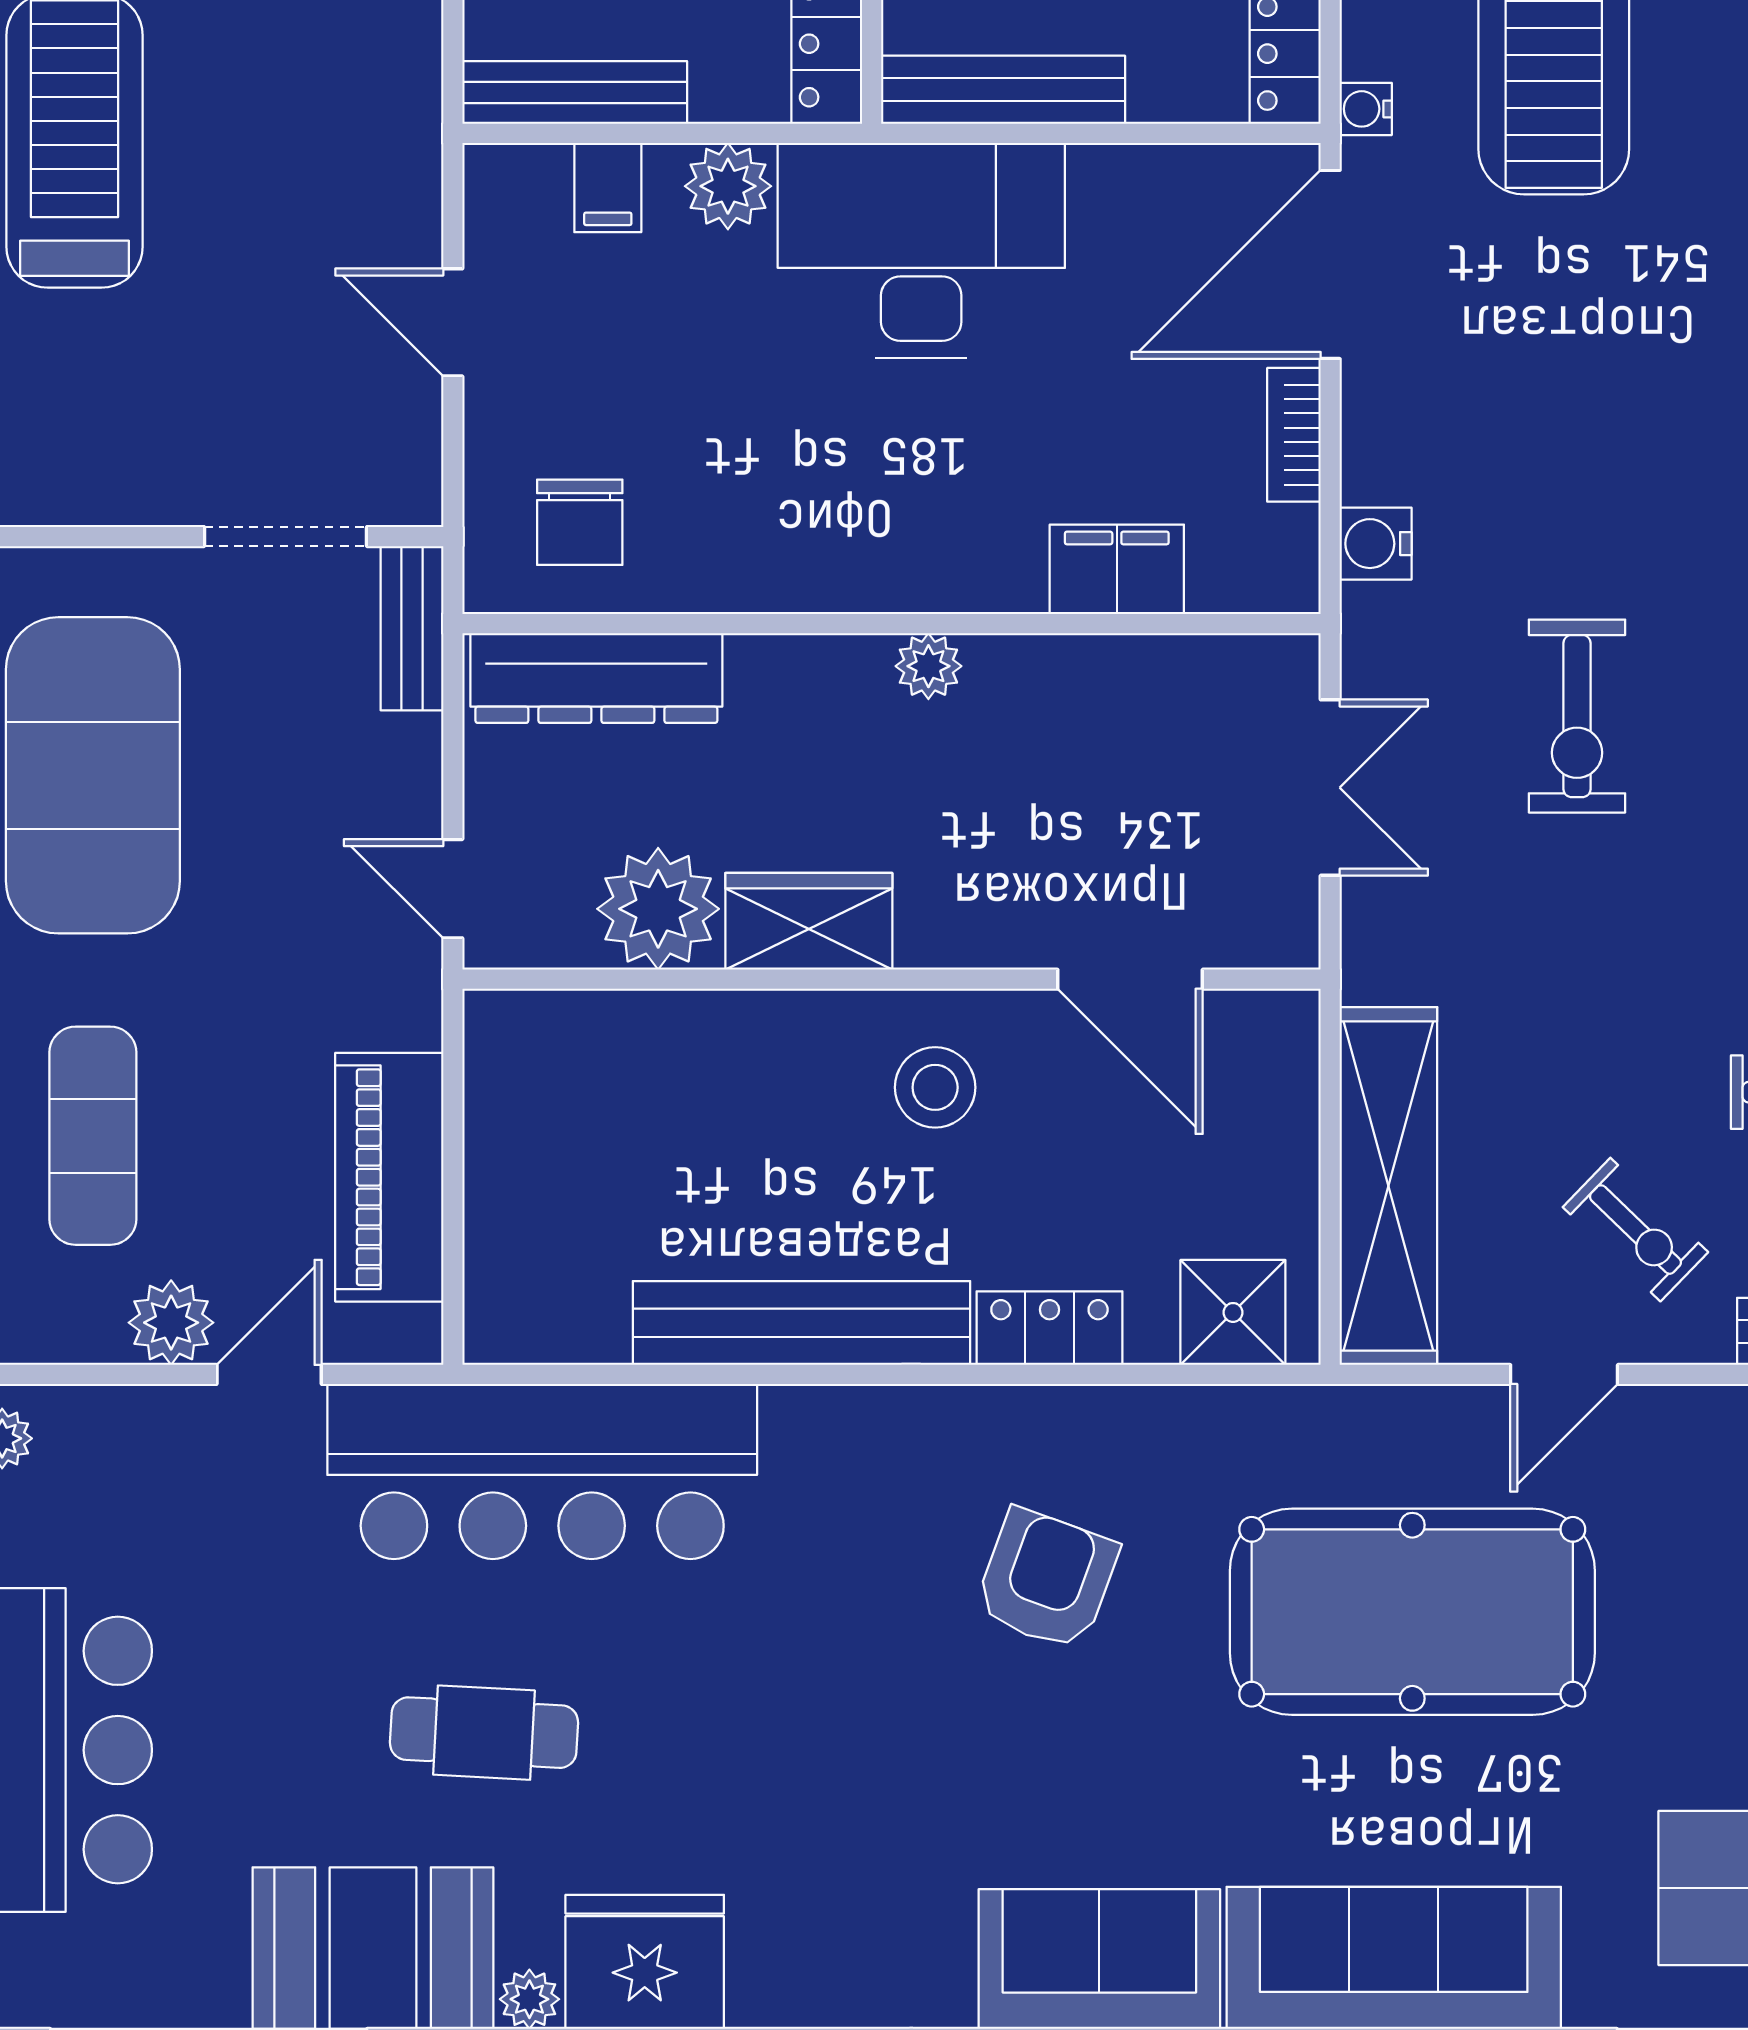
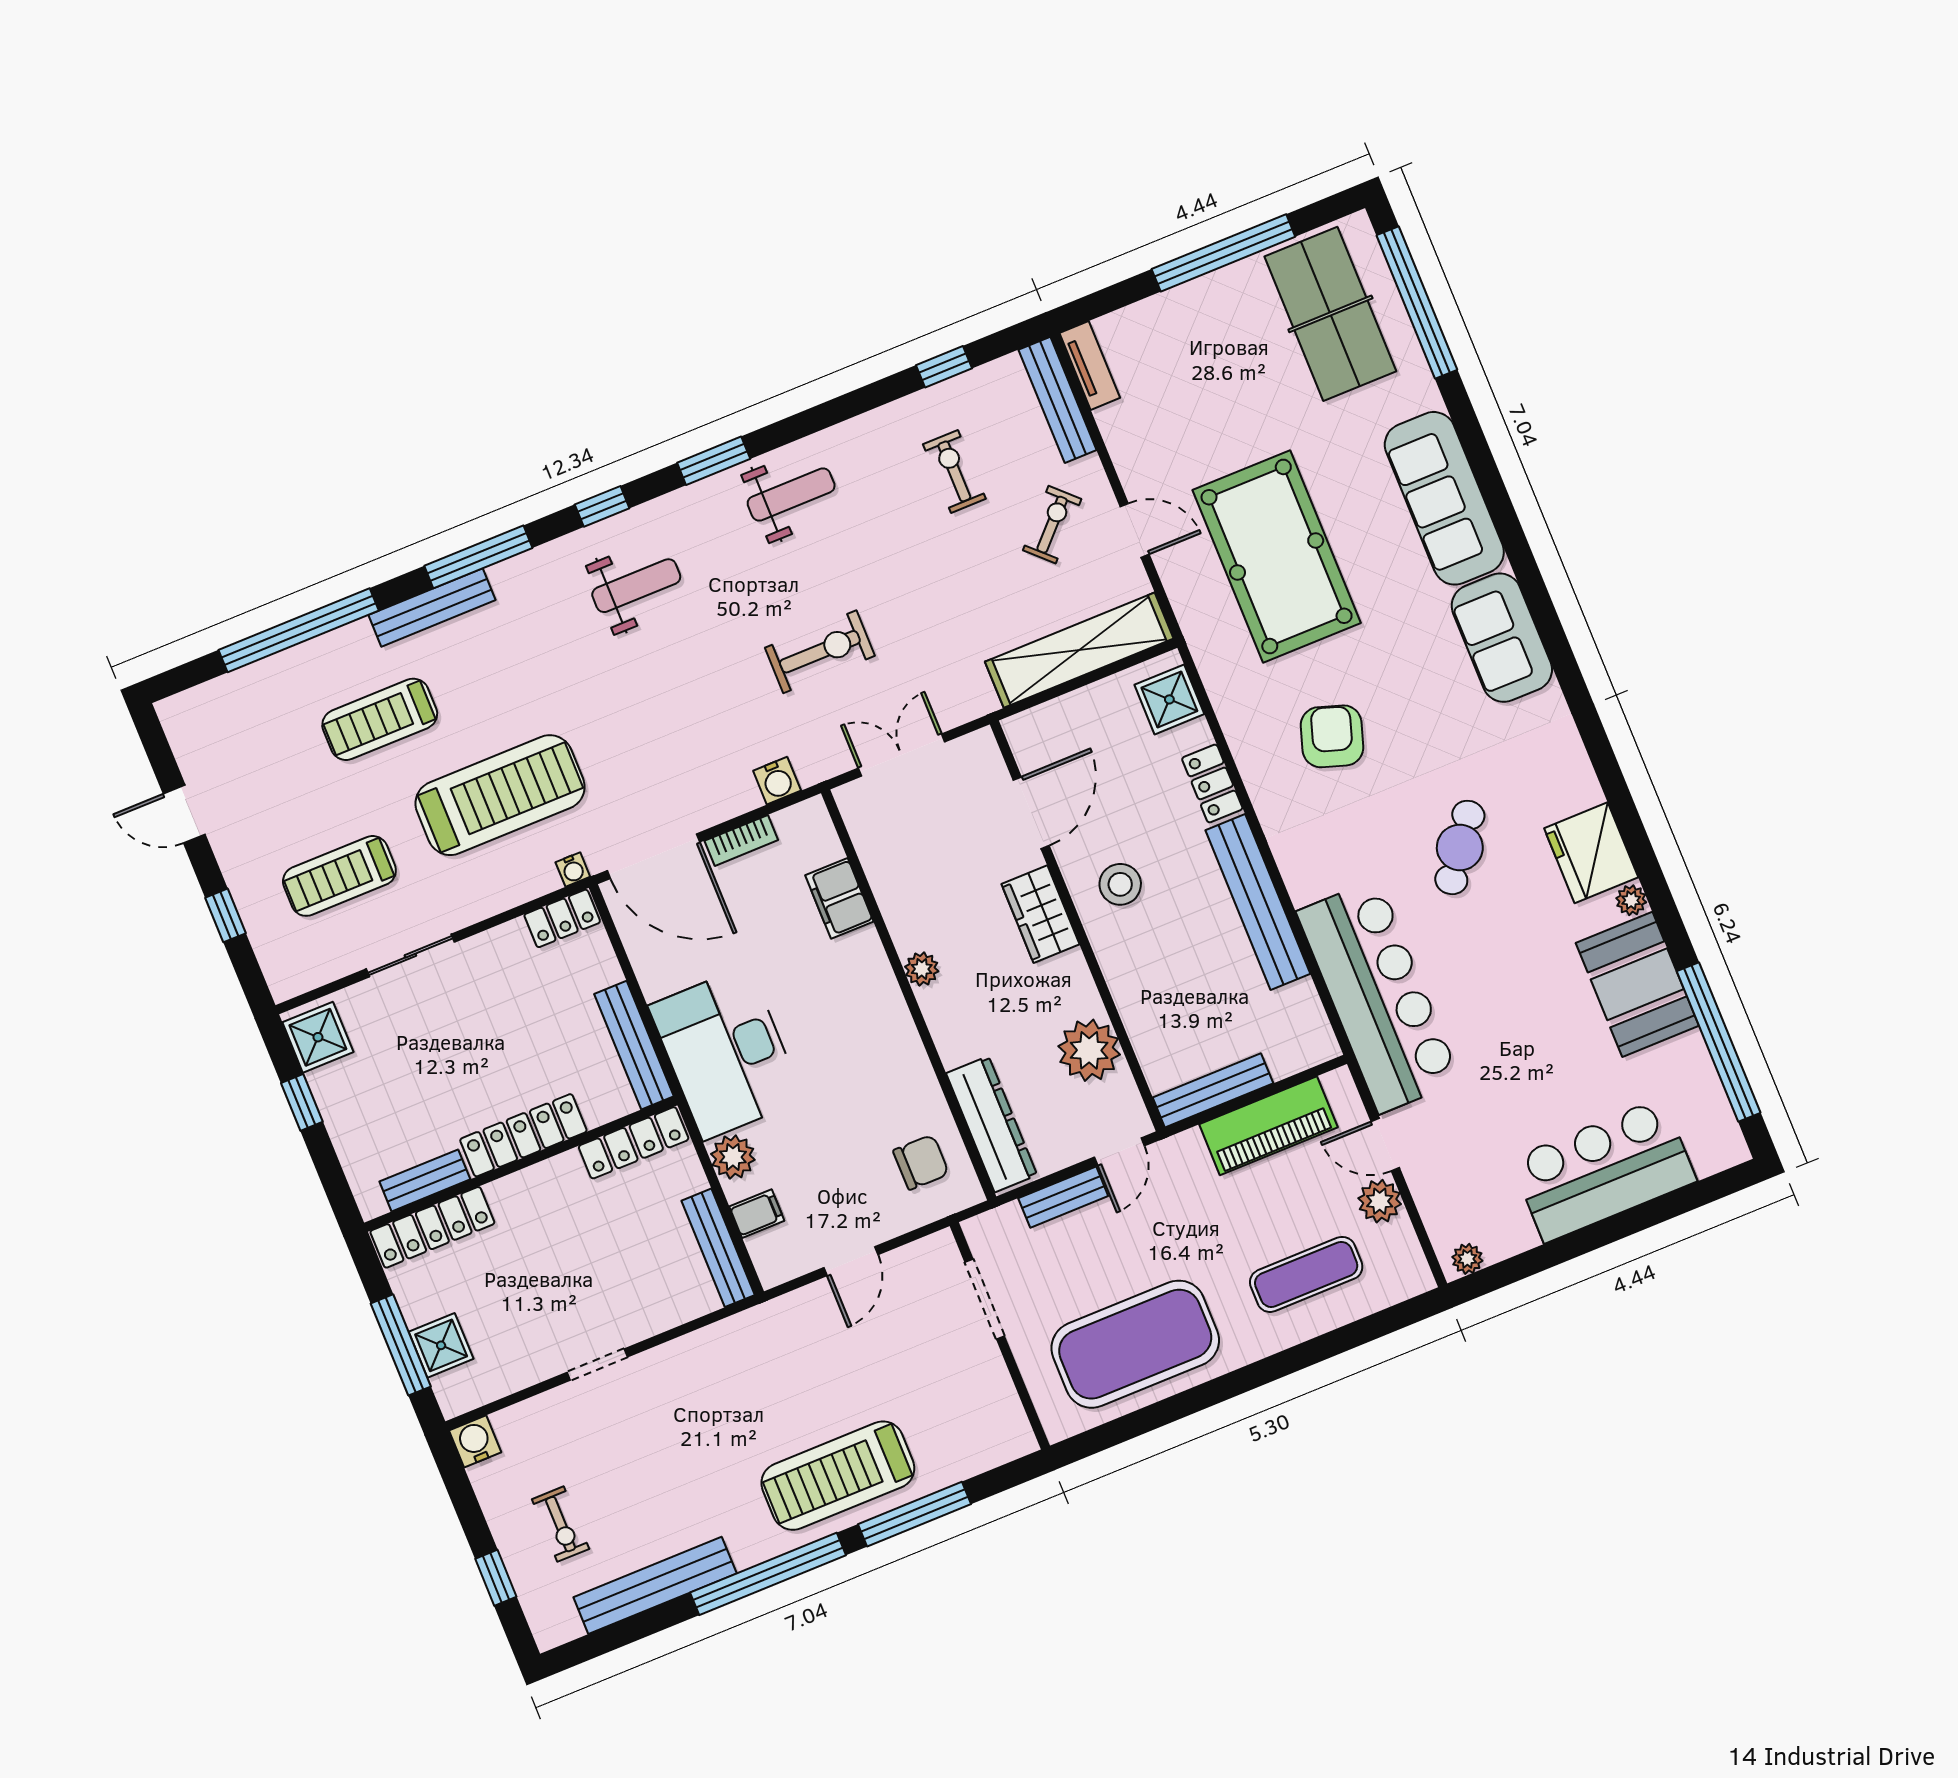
bench: (412, 628) -> (1063, 1197), moved
wardrobe: (809, 921) -> (1041, 914), moved
bench: (494, 1103) -> (1213, 1090), added
armchair: (1046, 1579) -> (1332, 736), turned 88
cafe table: (484, 1733) -> (1460, 847), moved, turned 34

